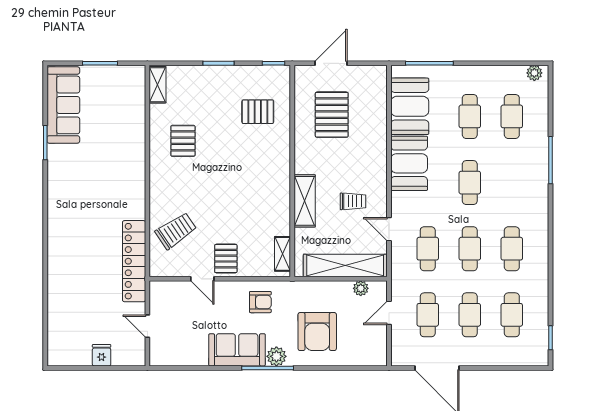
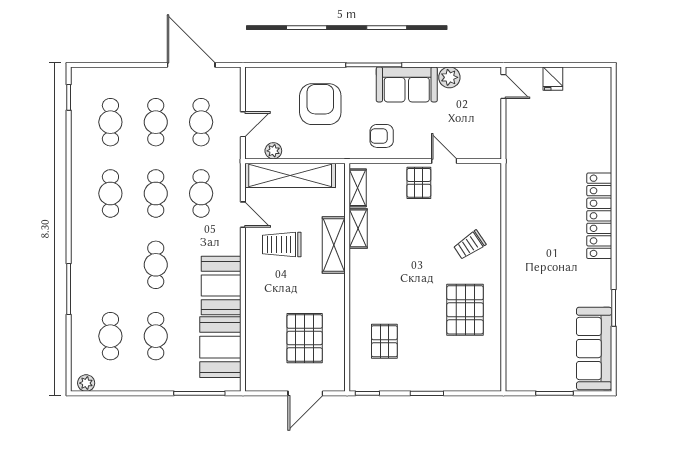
shelving: (158, 85) -> (358, 228), moved
pallet: (258, 112) -> (384, 341), turned 90
pallet: (183, 141) -> (465, 310), width x1.50, depth x1.42
trolley: (353, 201) -> (282, 245), width x1.36, depth x1.39
trolley: (176, 231) -> (470, 245), moved, width x0.73, depth x0.72
locker: (134, 261) -> (599, 216), moved, turned 180
door: (147, 326) -> (503, 86), moved
plant: (276, 356) -> (449, 77), moved

